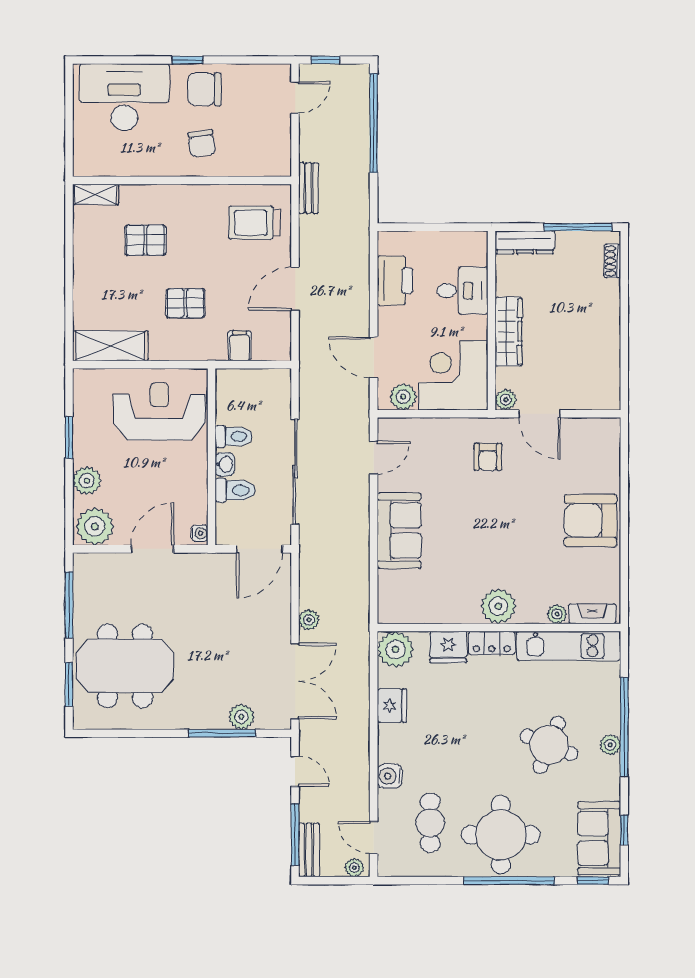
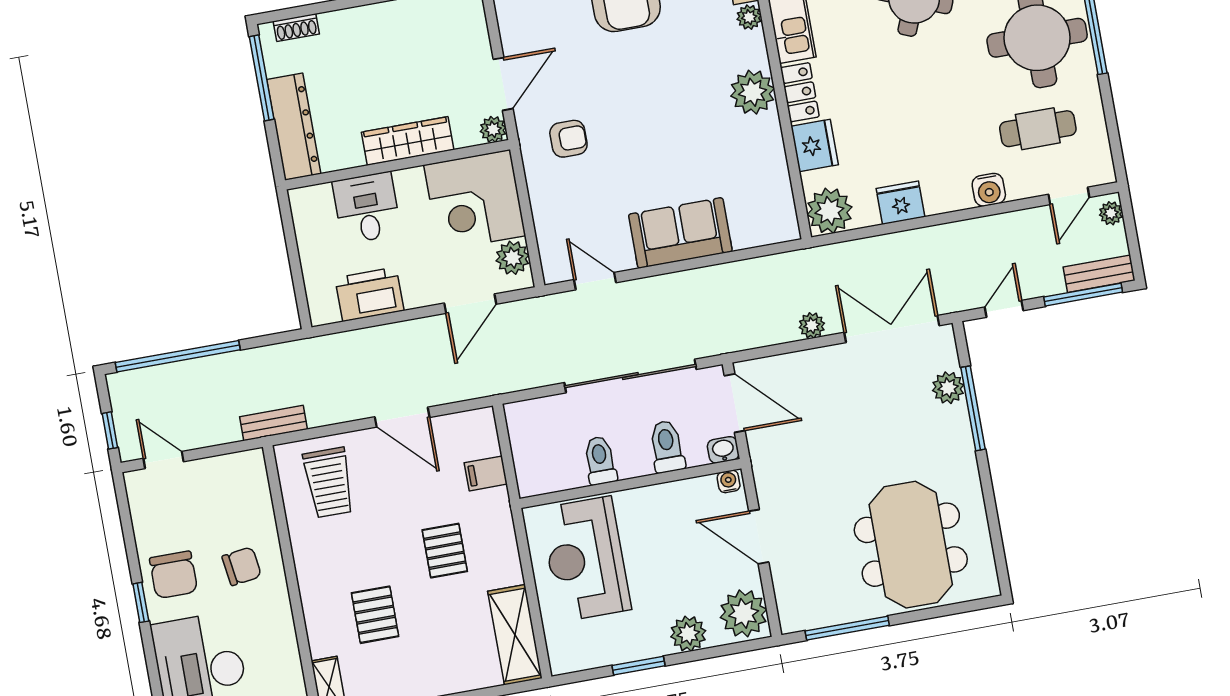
dresser: (525, 242) -> (294, 127), width x1.37, depth x1.24
washbasin: (225, 464) -> (723, 450), moved
window: (69, 684) -> (946, 610), removed

